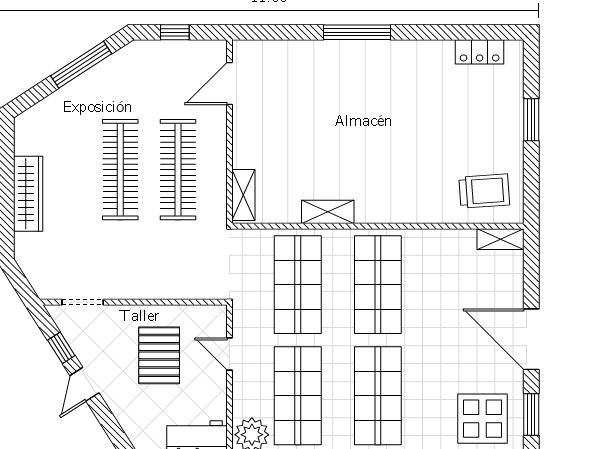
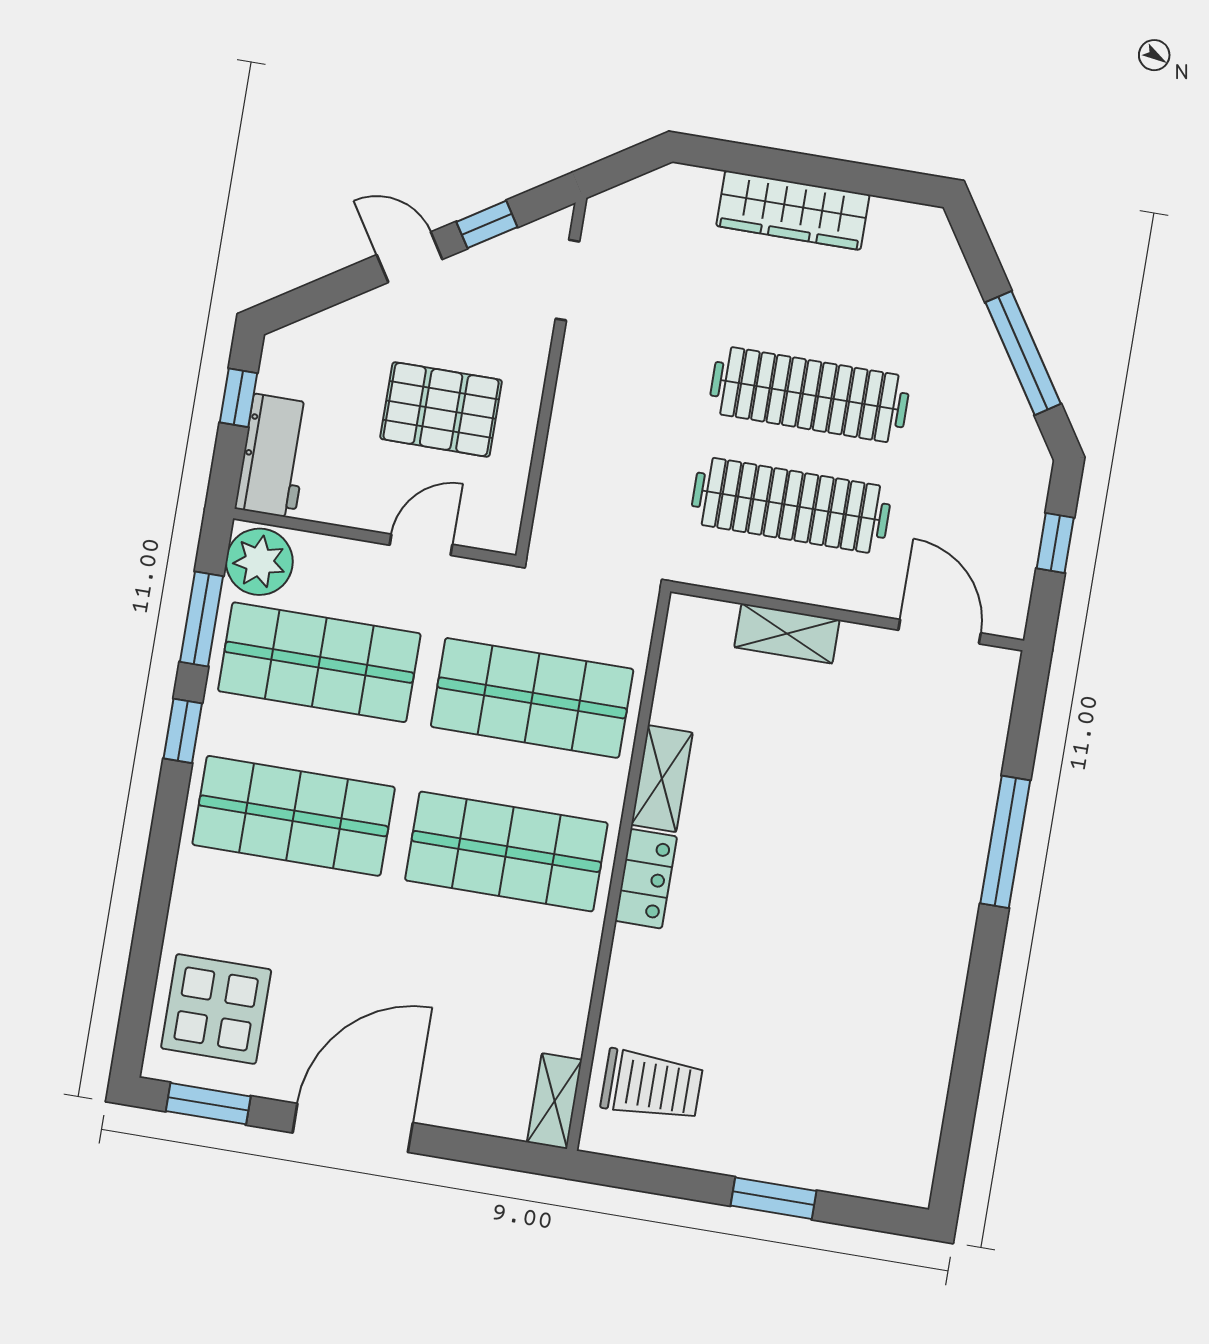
window: (357, 32) -> (1005, 842), moved
locker: (480, 52) -> (646, 879), moved, turned 180
trolley: (484, 191) -> (652, 1085), turned -86
shelving: (243, 195) -> (787, 634), moved

